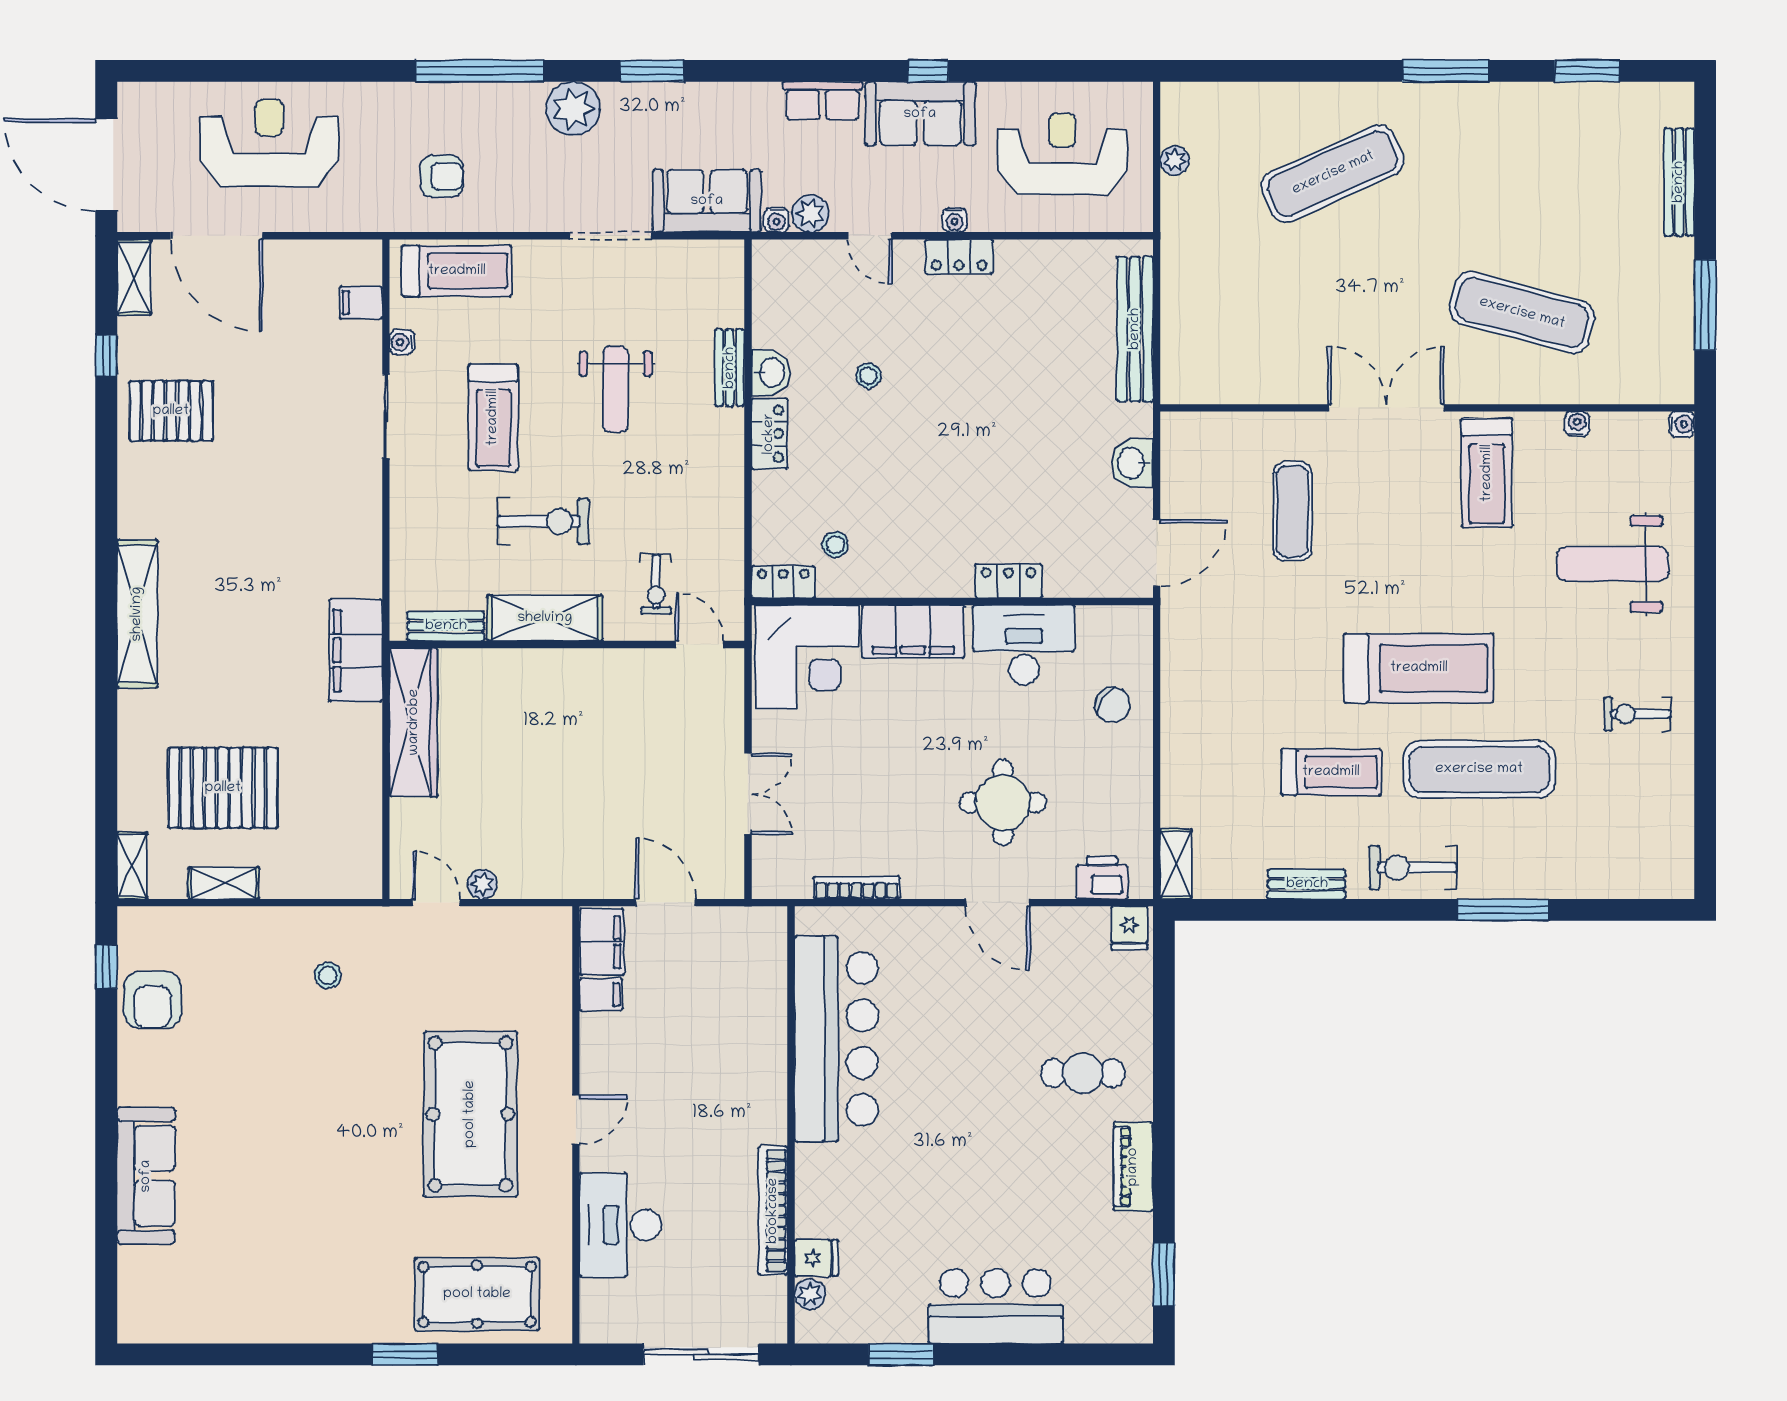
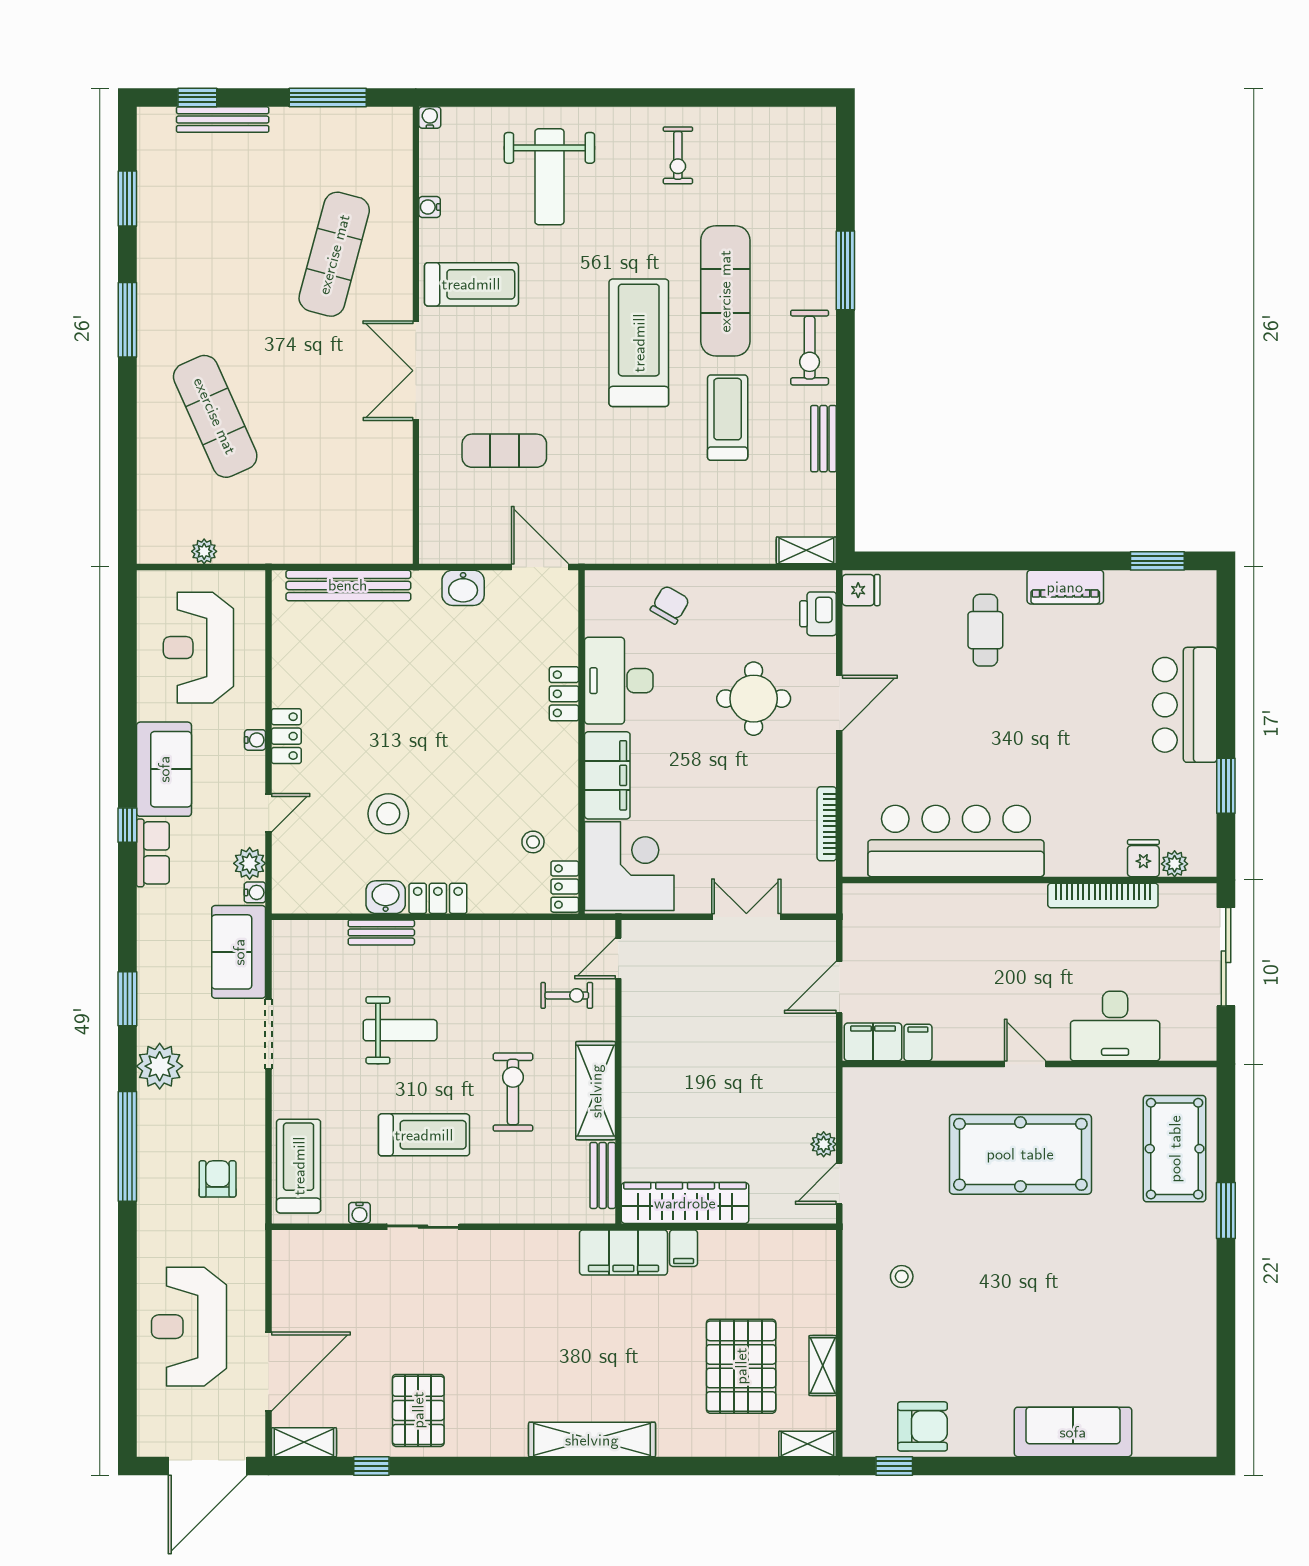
window: (928, 71) -> (127, 825), moved
window: (1705, 153) -> (197, 97), added
filing cabinet: (361, 303) -> (684, 1248), moved
stool: (868, 376) -> (388, 814), width x1.89, depth x1.89

